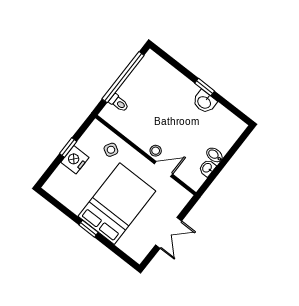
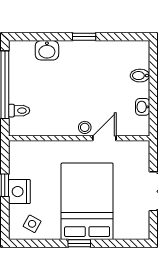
washbasin: (204, 102) -> (47, 50), moved
side table: (111, 150) -> (32, 224), moved
bidet: (214, 155) -> (140, 76), moved

